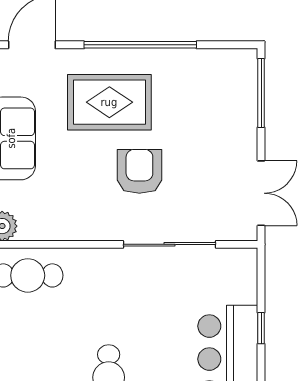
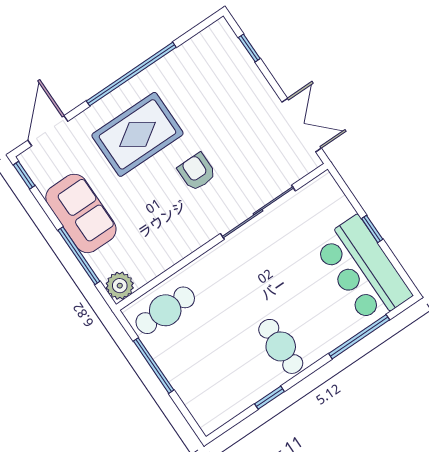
window: (261, 93) -> (249, 48), width x0.46
armchair: (139, 171) -> (197, 172), width x0.72, depth x0.72

